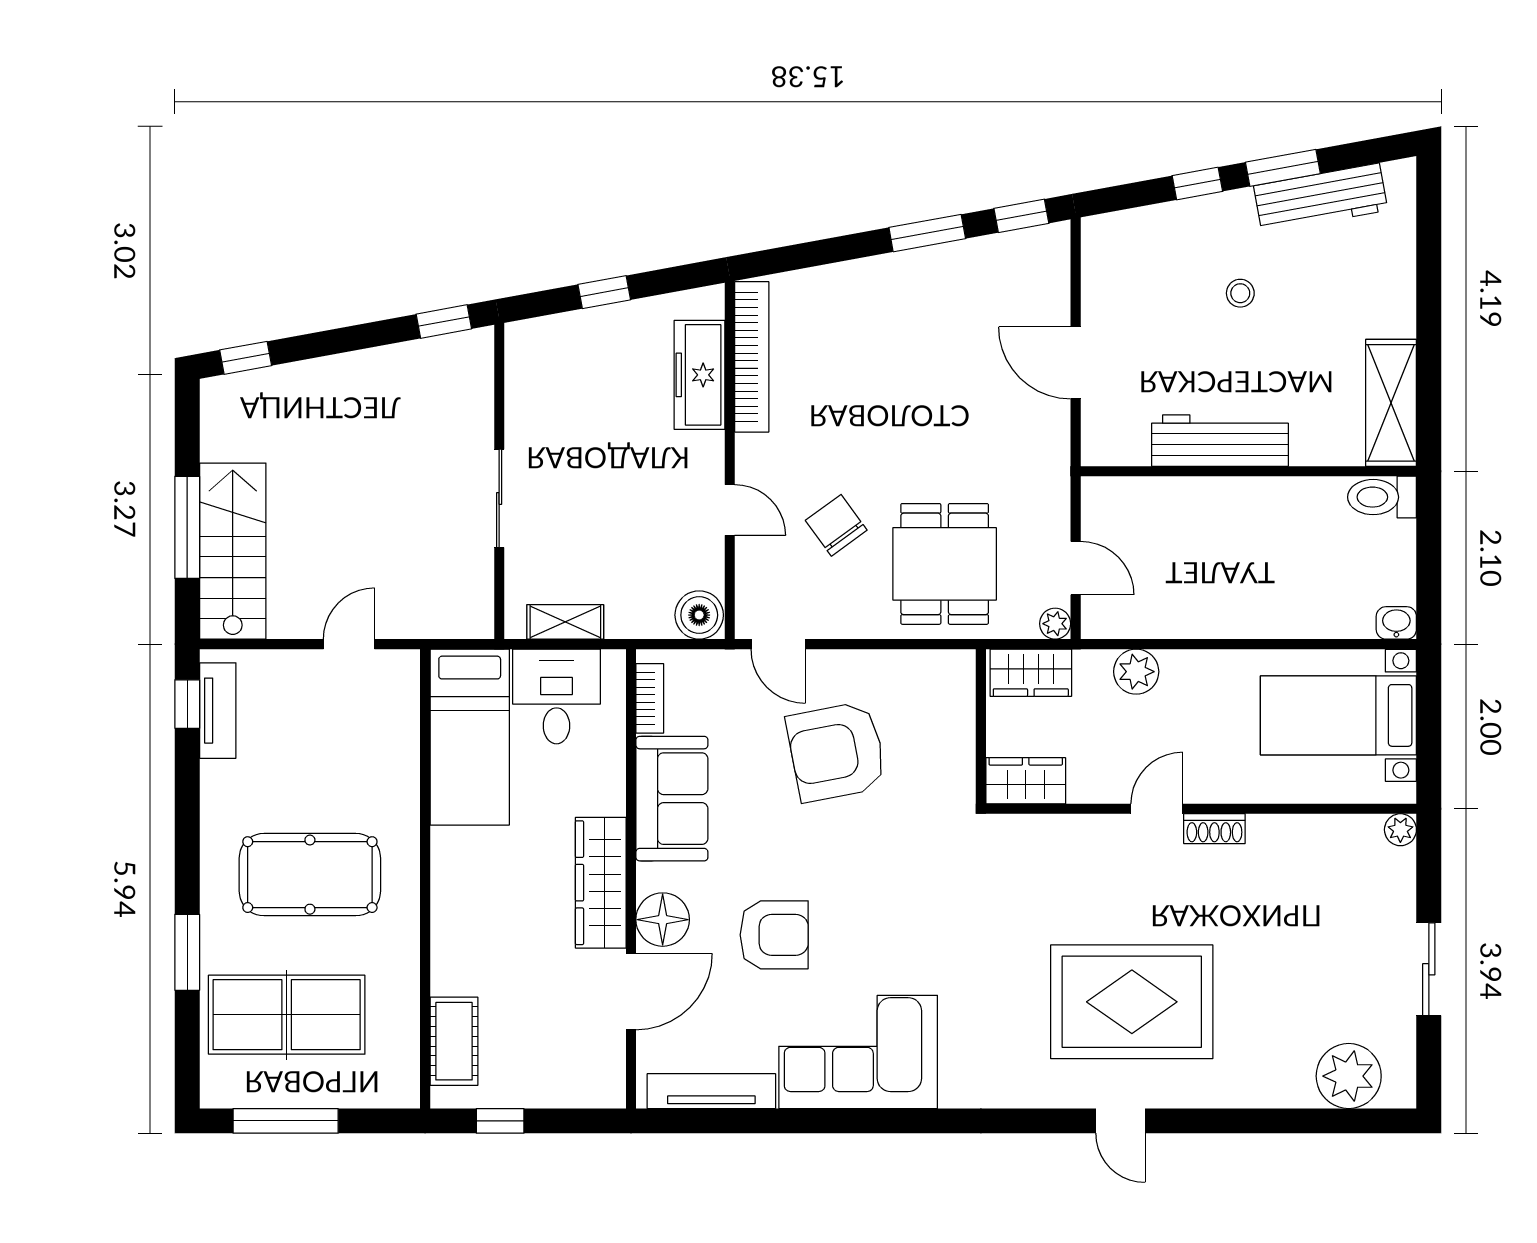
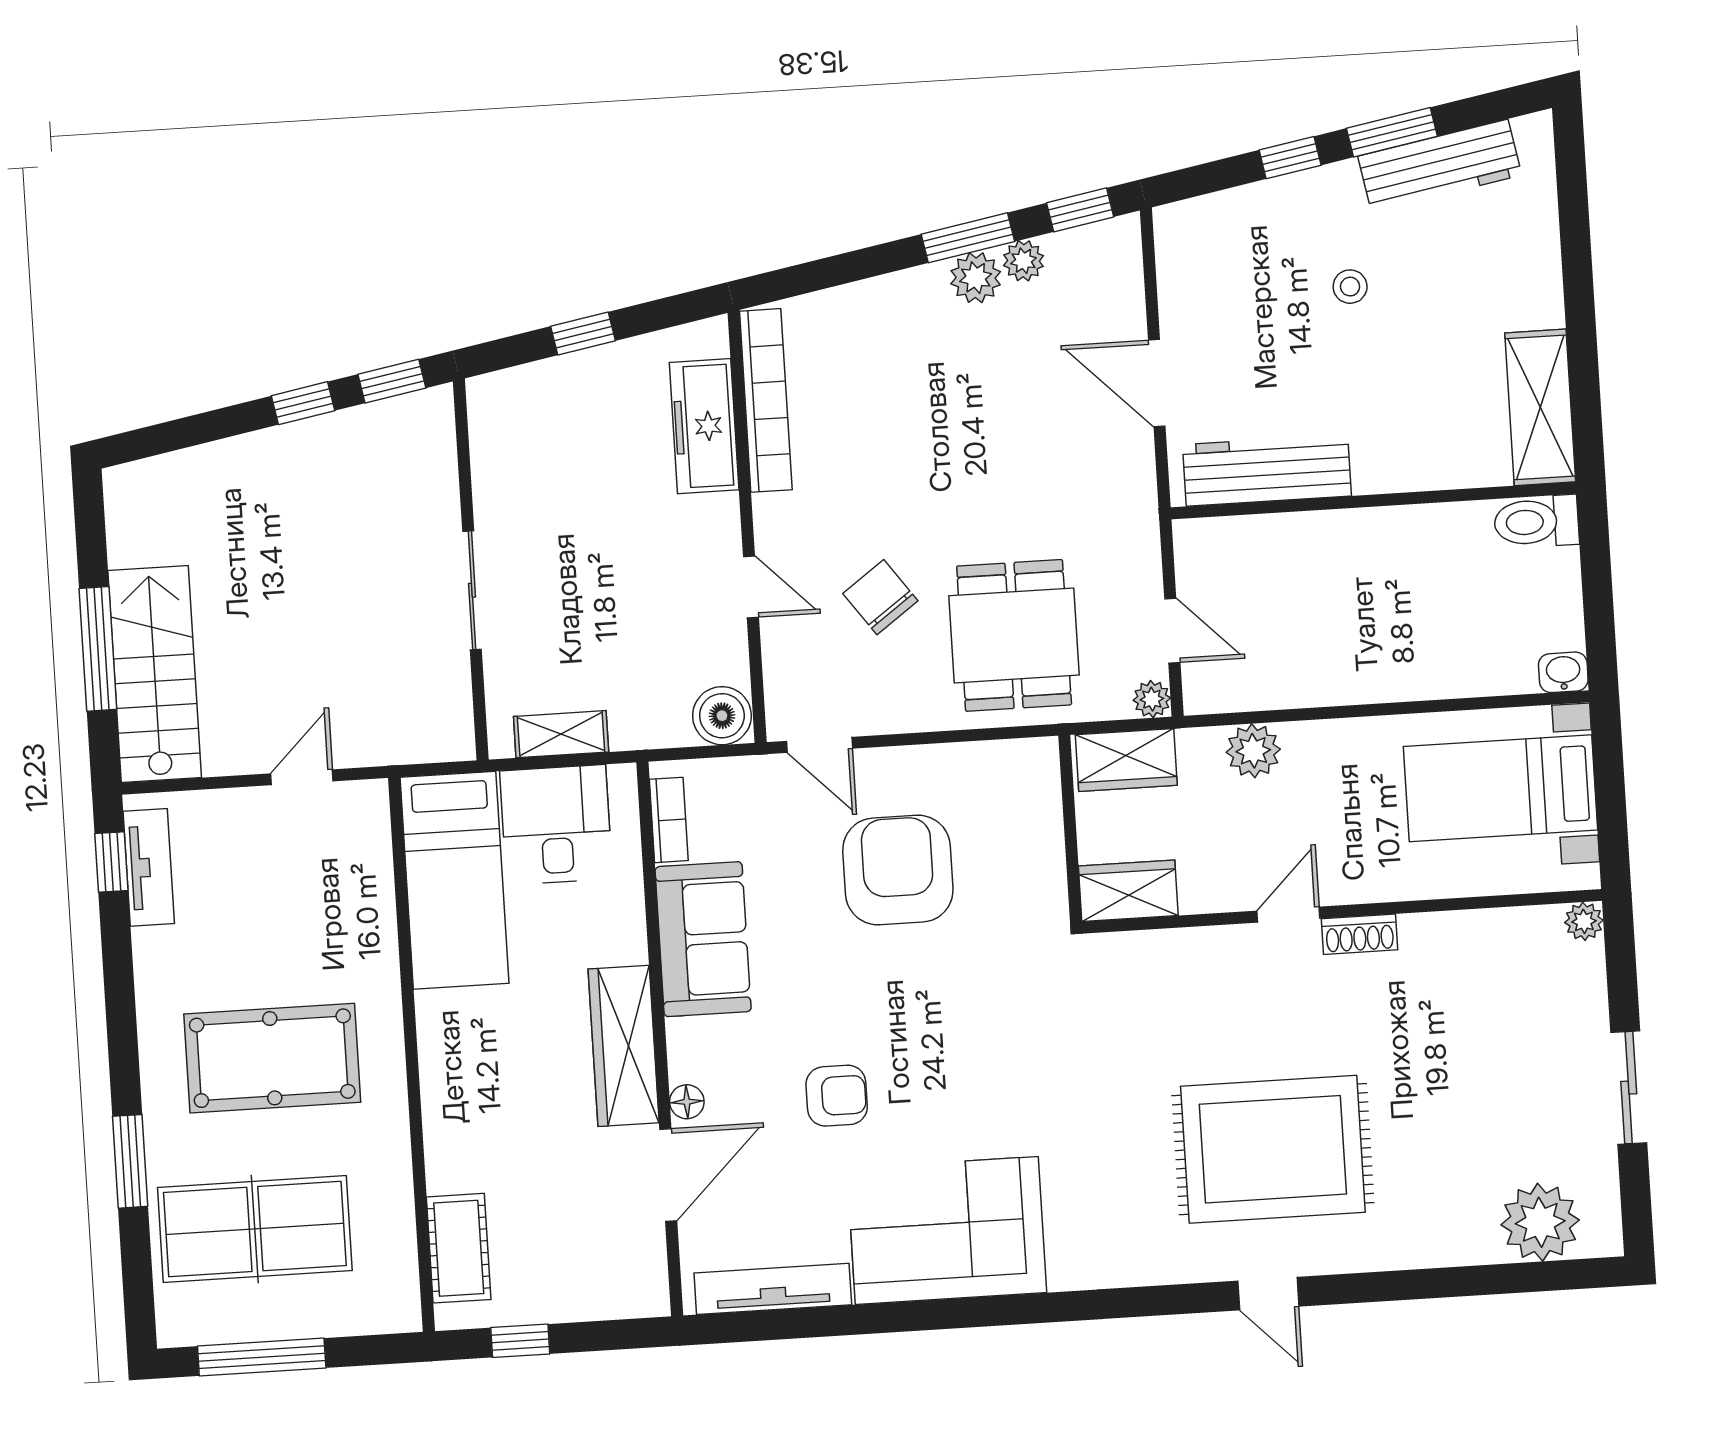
plant: (972, 255) -> (1023, 261), added
plant: (932, 266) -> (976, 278), added
window: (246, 358) -> (303, 403), moved
workbench: (1220, 441) -> (1267, 470), moved
armchair: (836, 752) -> (898, 870), turned 101
floor lamp: (663, 920) -> (687, 1102), width x0.53, depth x0.53
armchair: (774, 935) -> (837, 1096), width x0.72, depth x0.72

